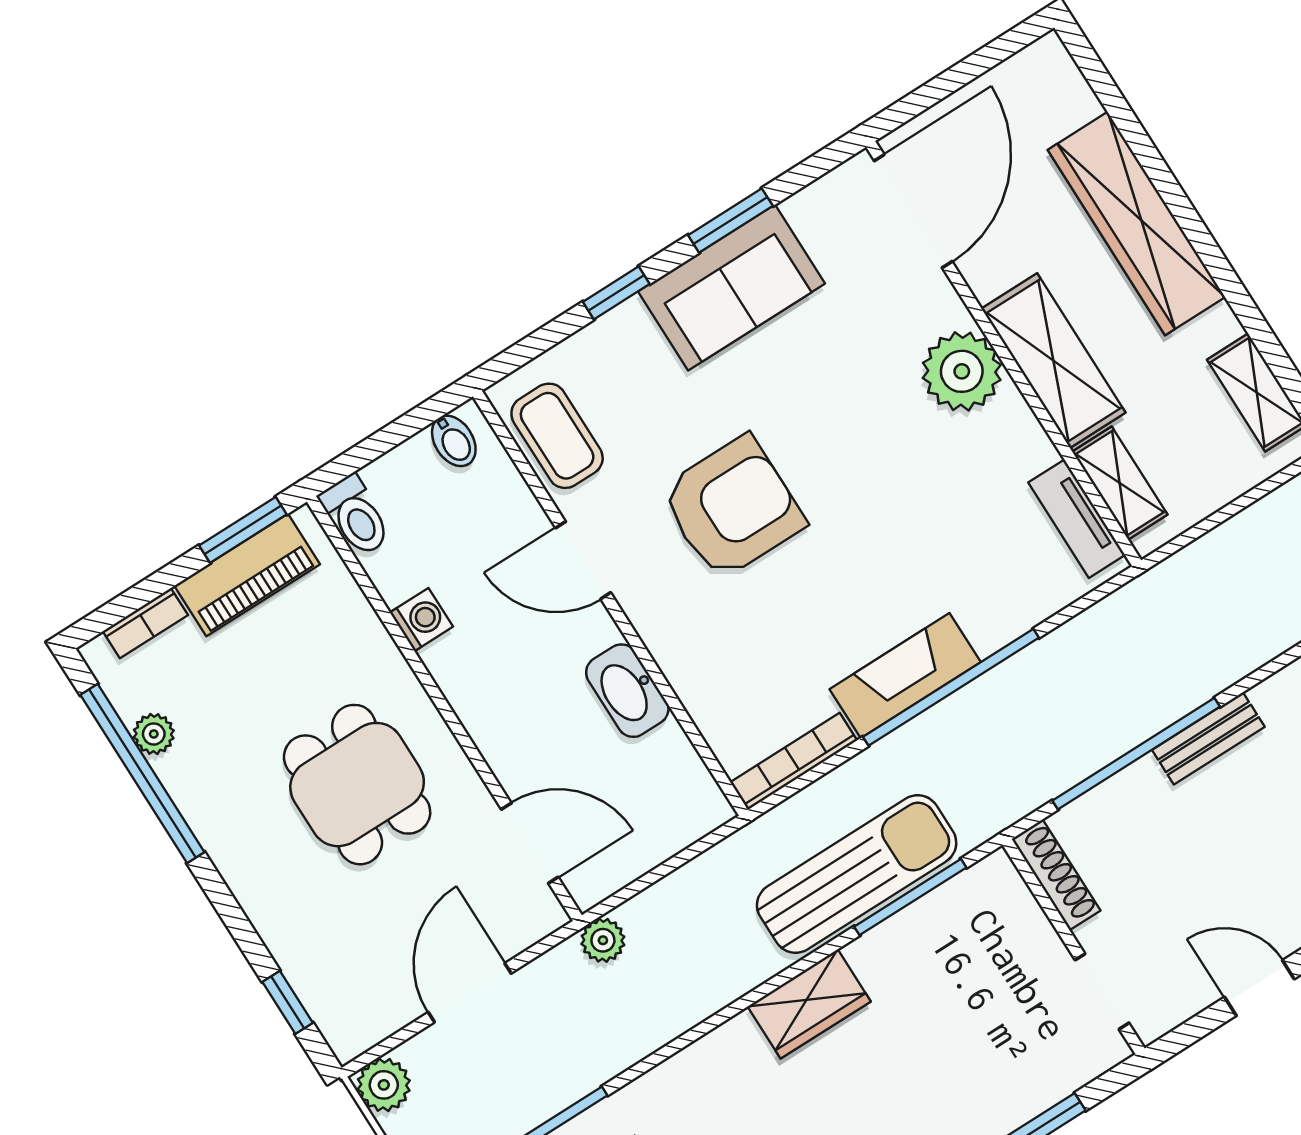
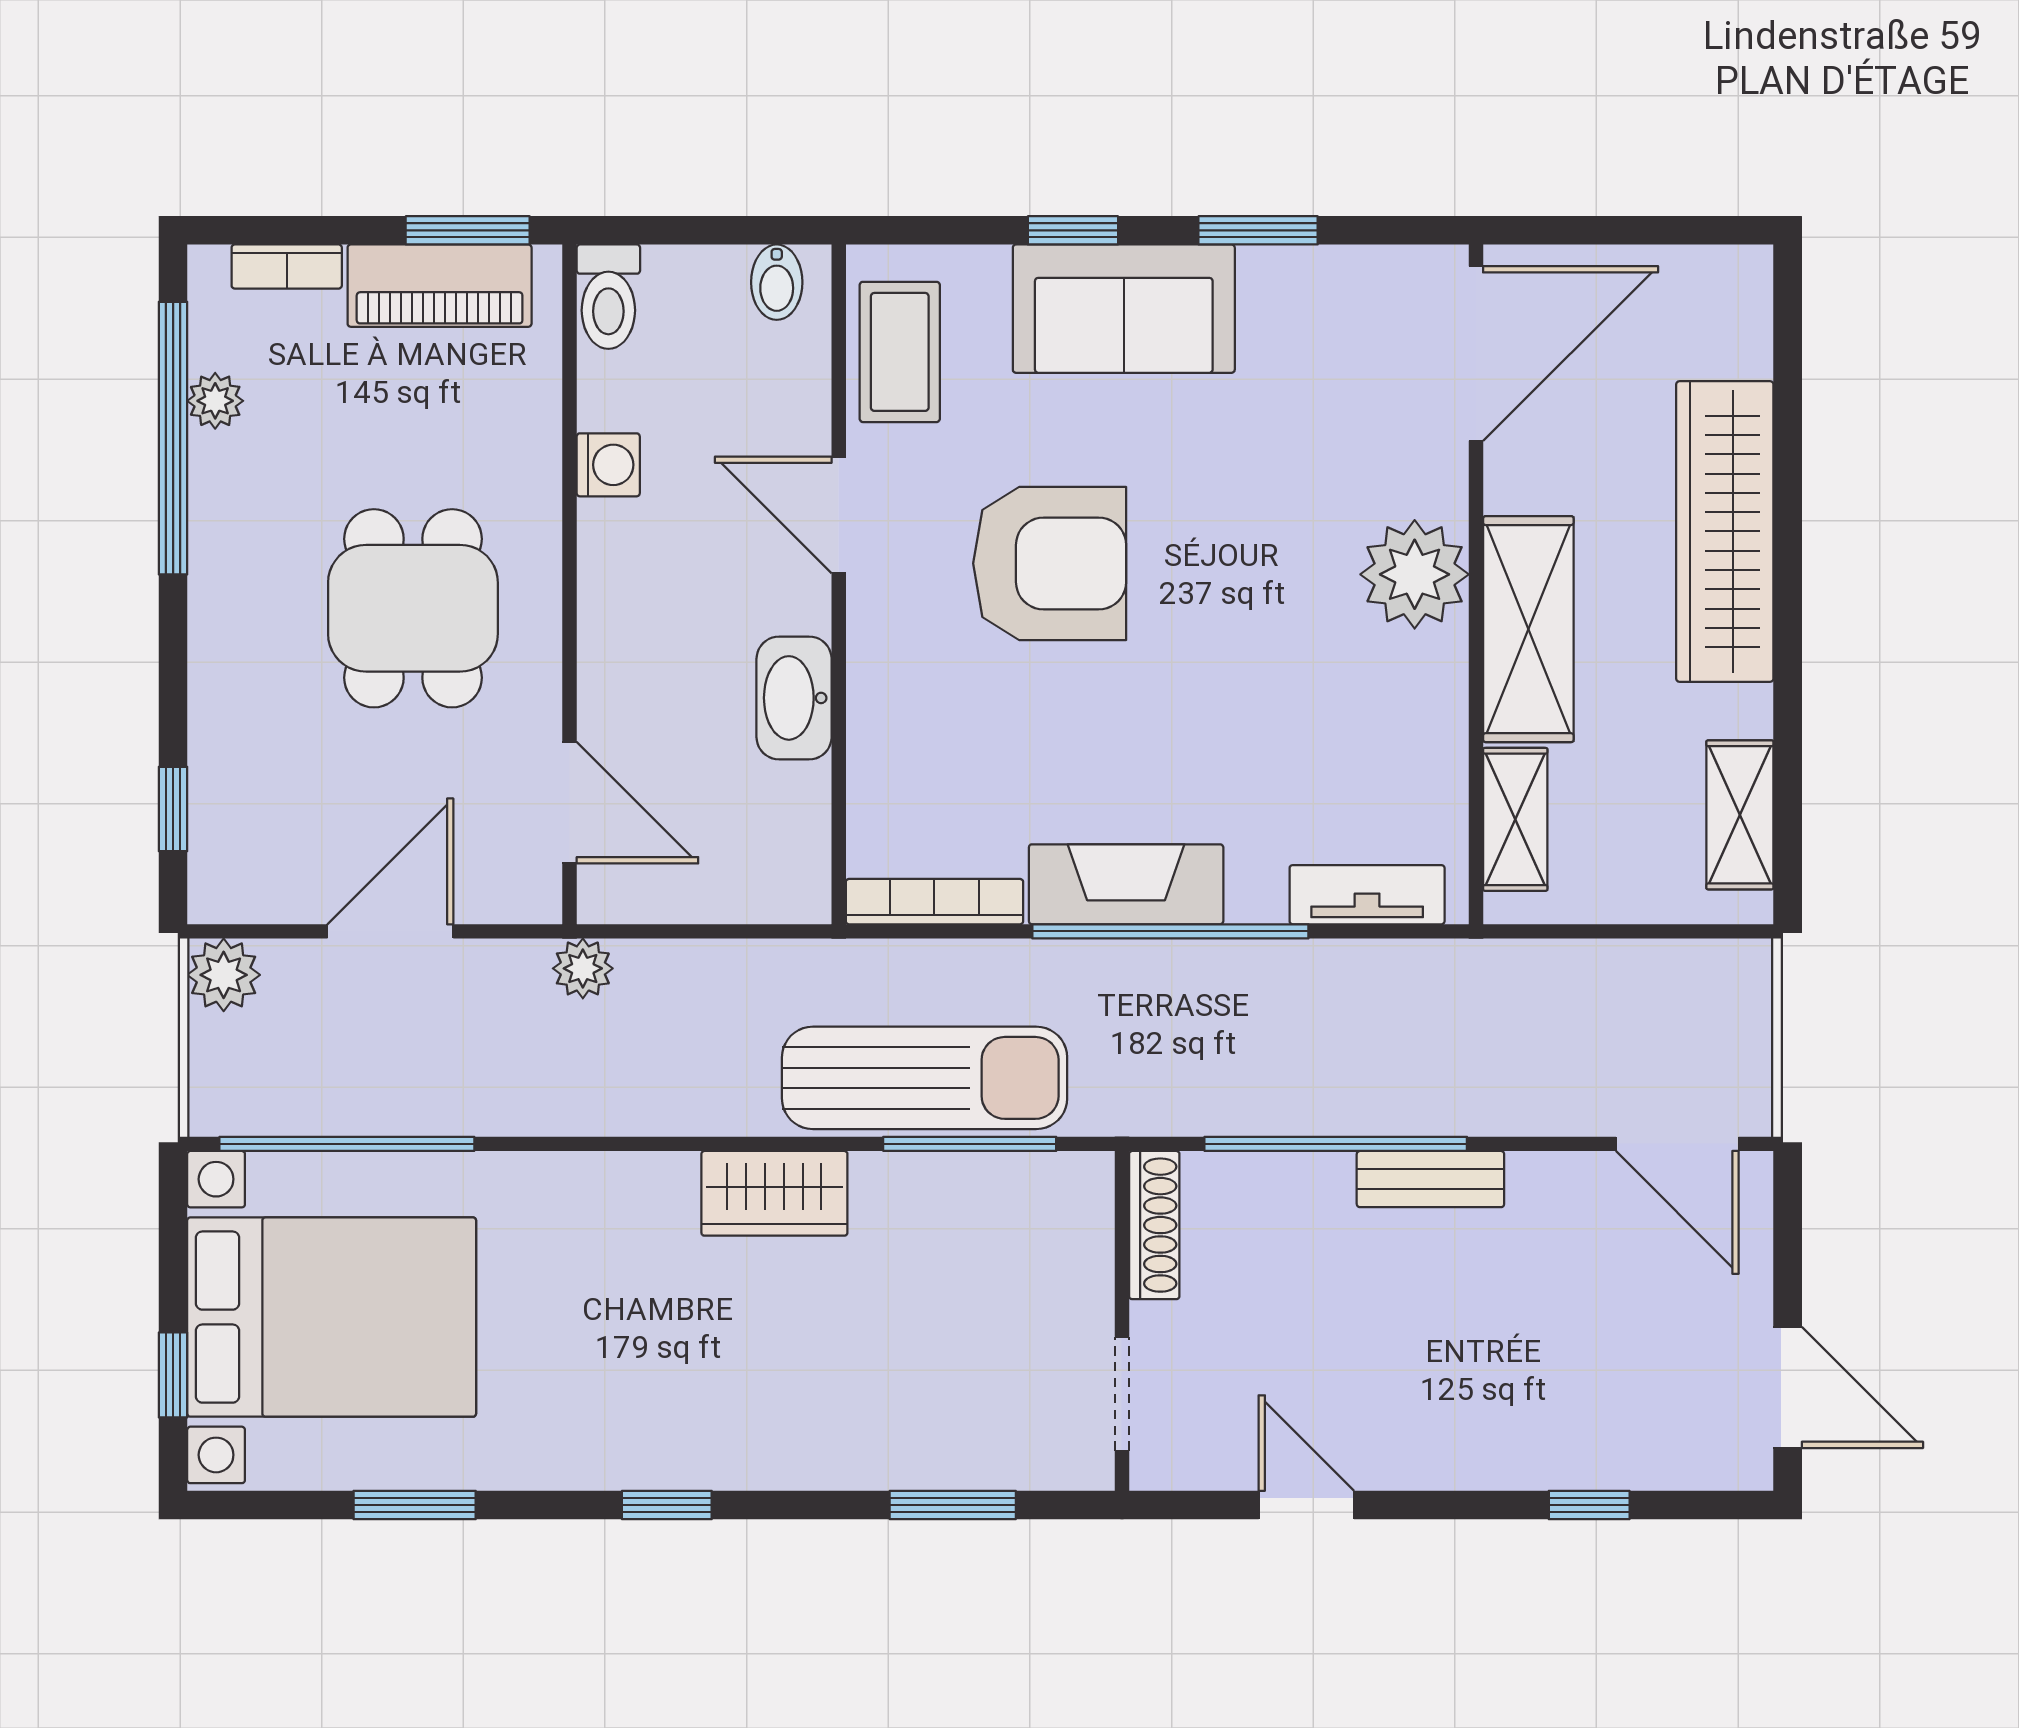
sofa: (732, 288) -> (1124, 309), moved
tv unit: (1077, 519) -> (1367, 895), moved, turned 90

